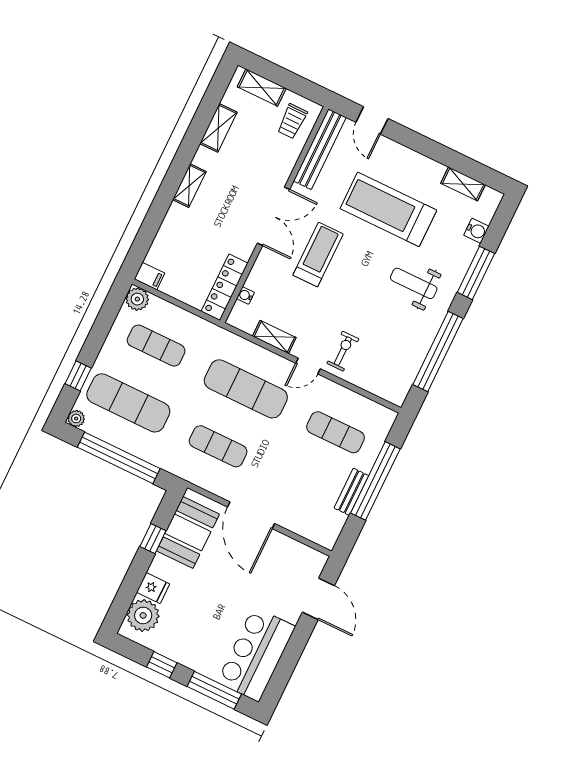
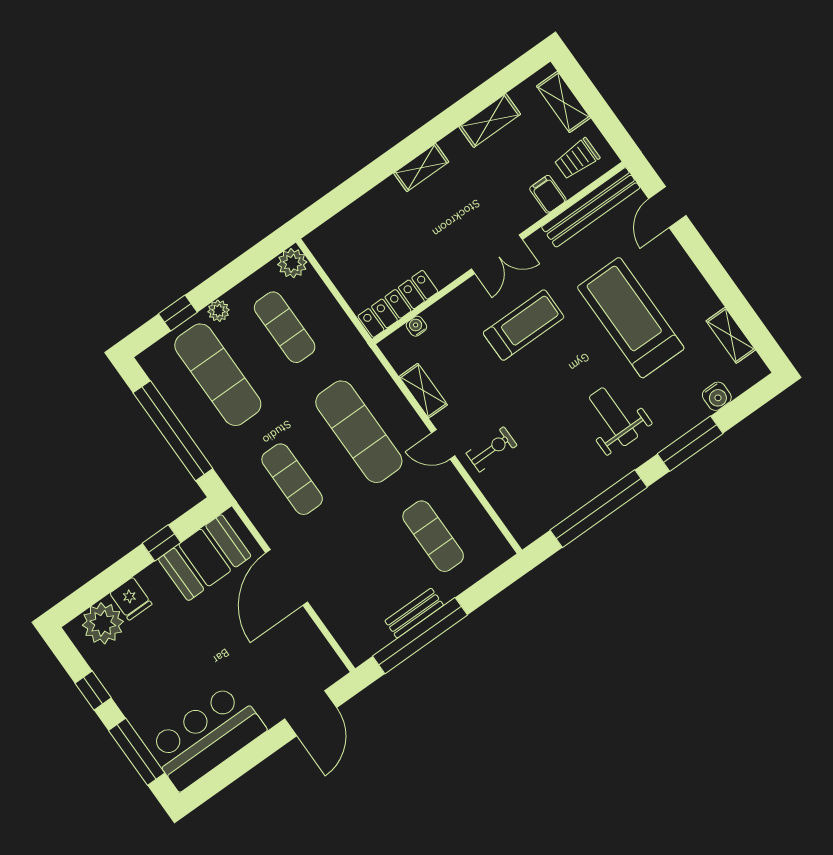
double door: (273, 216) -> (497, 254), width x0.73
filing cabinet: (150, 276) -> (548, 194), moved, turned 180
plant: (76, 419) -> (219, 311), moved
window: (375, 481) -> (420, 636), moved

